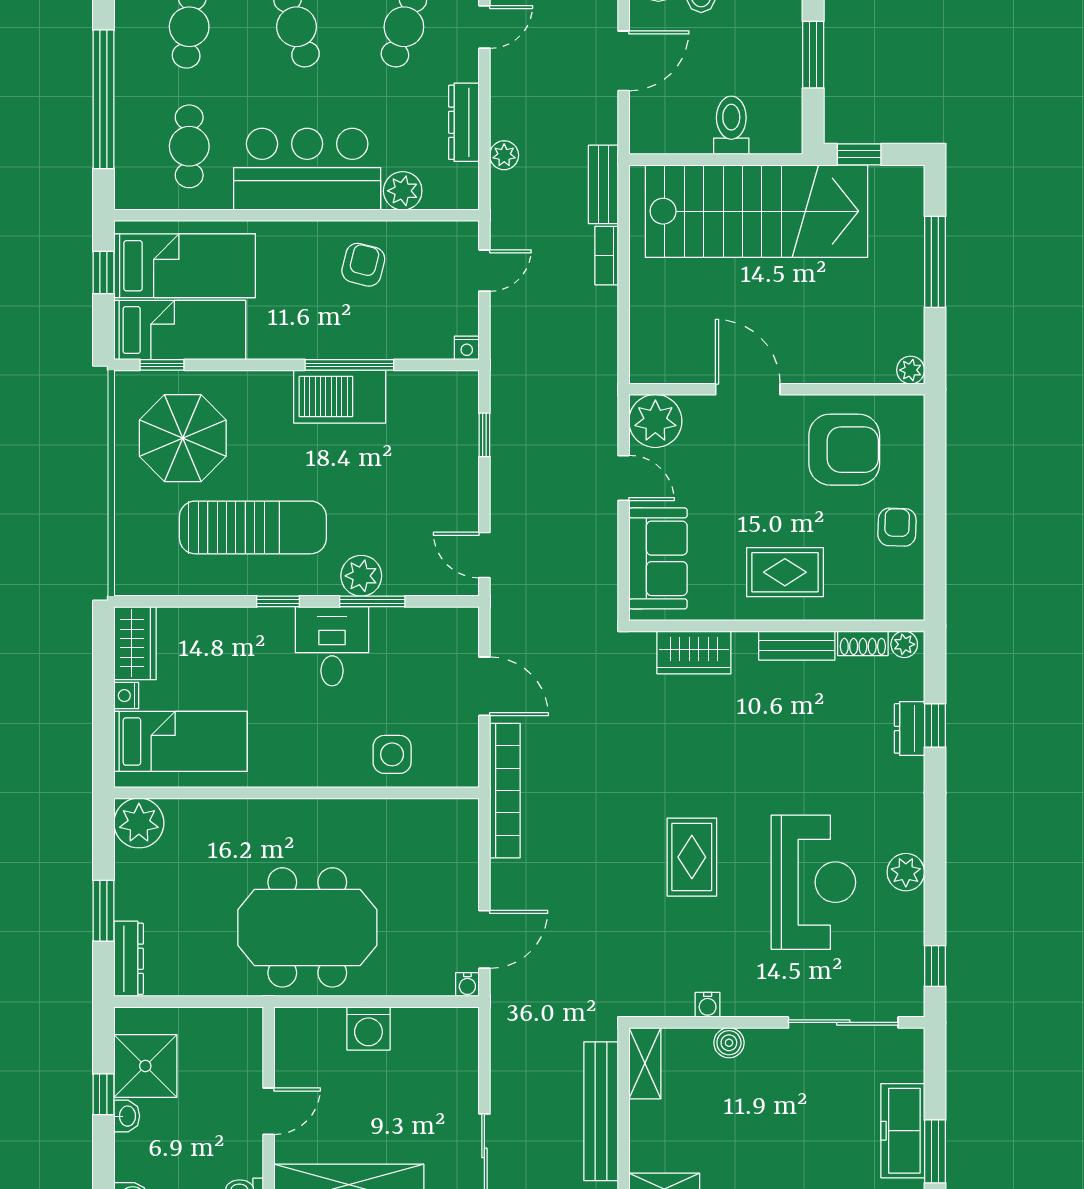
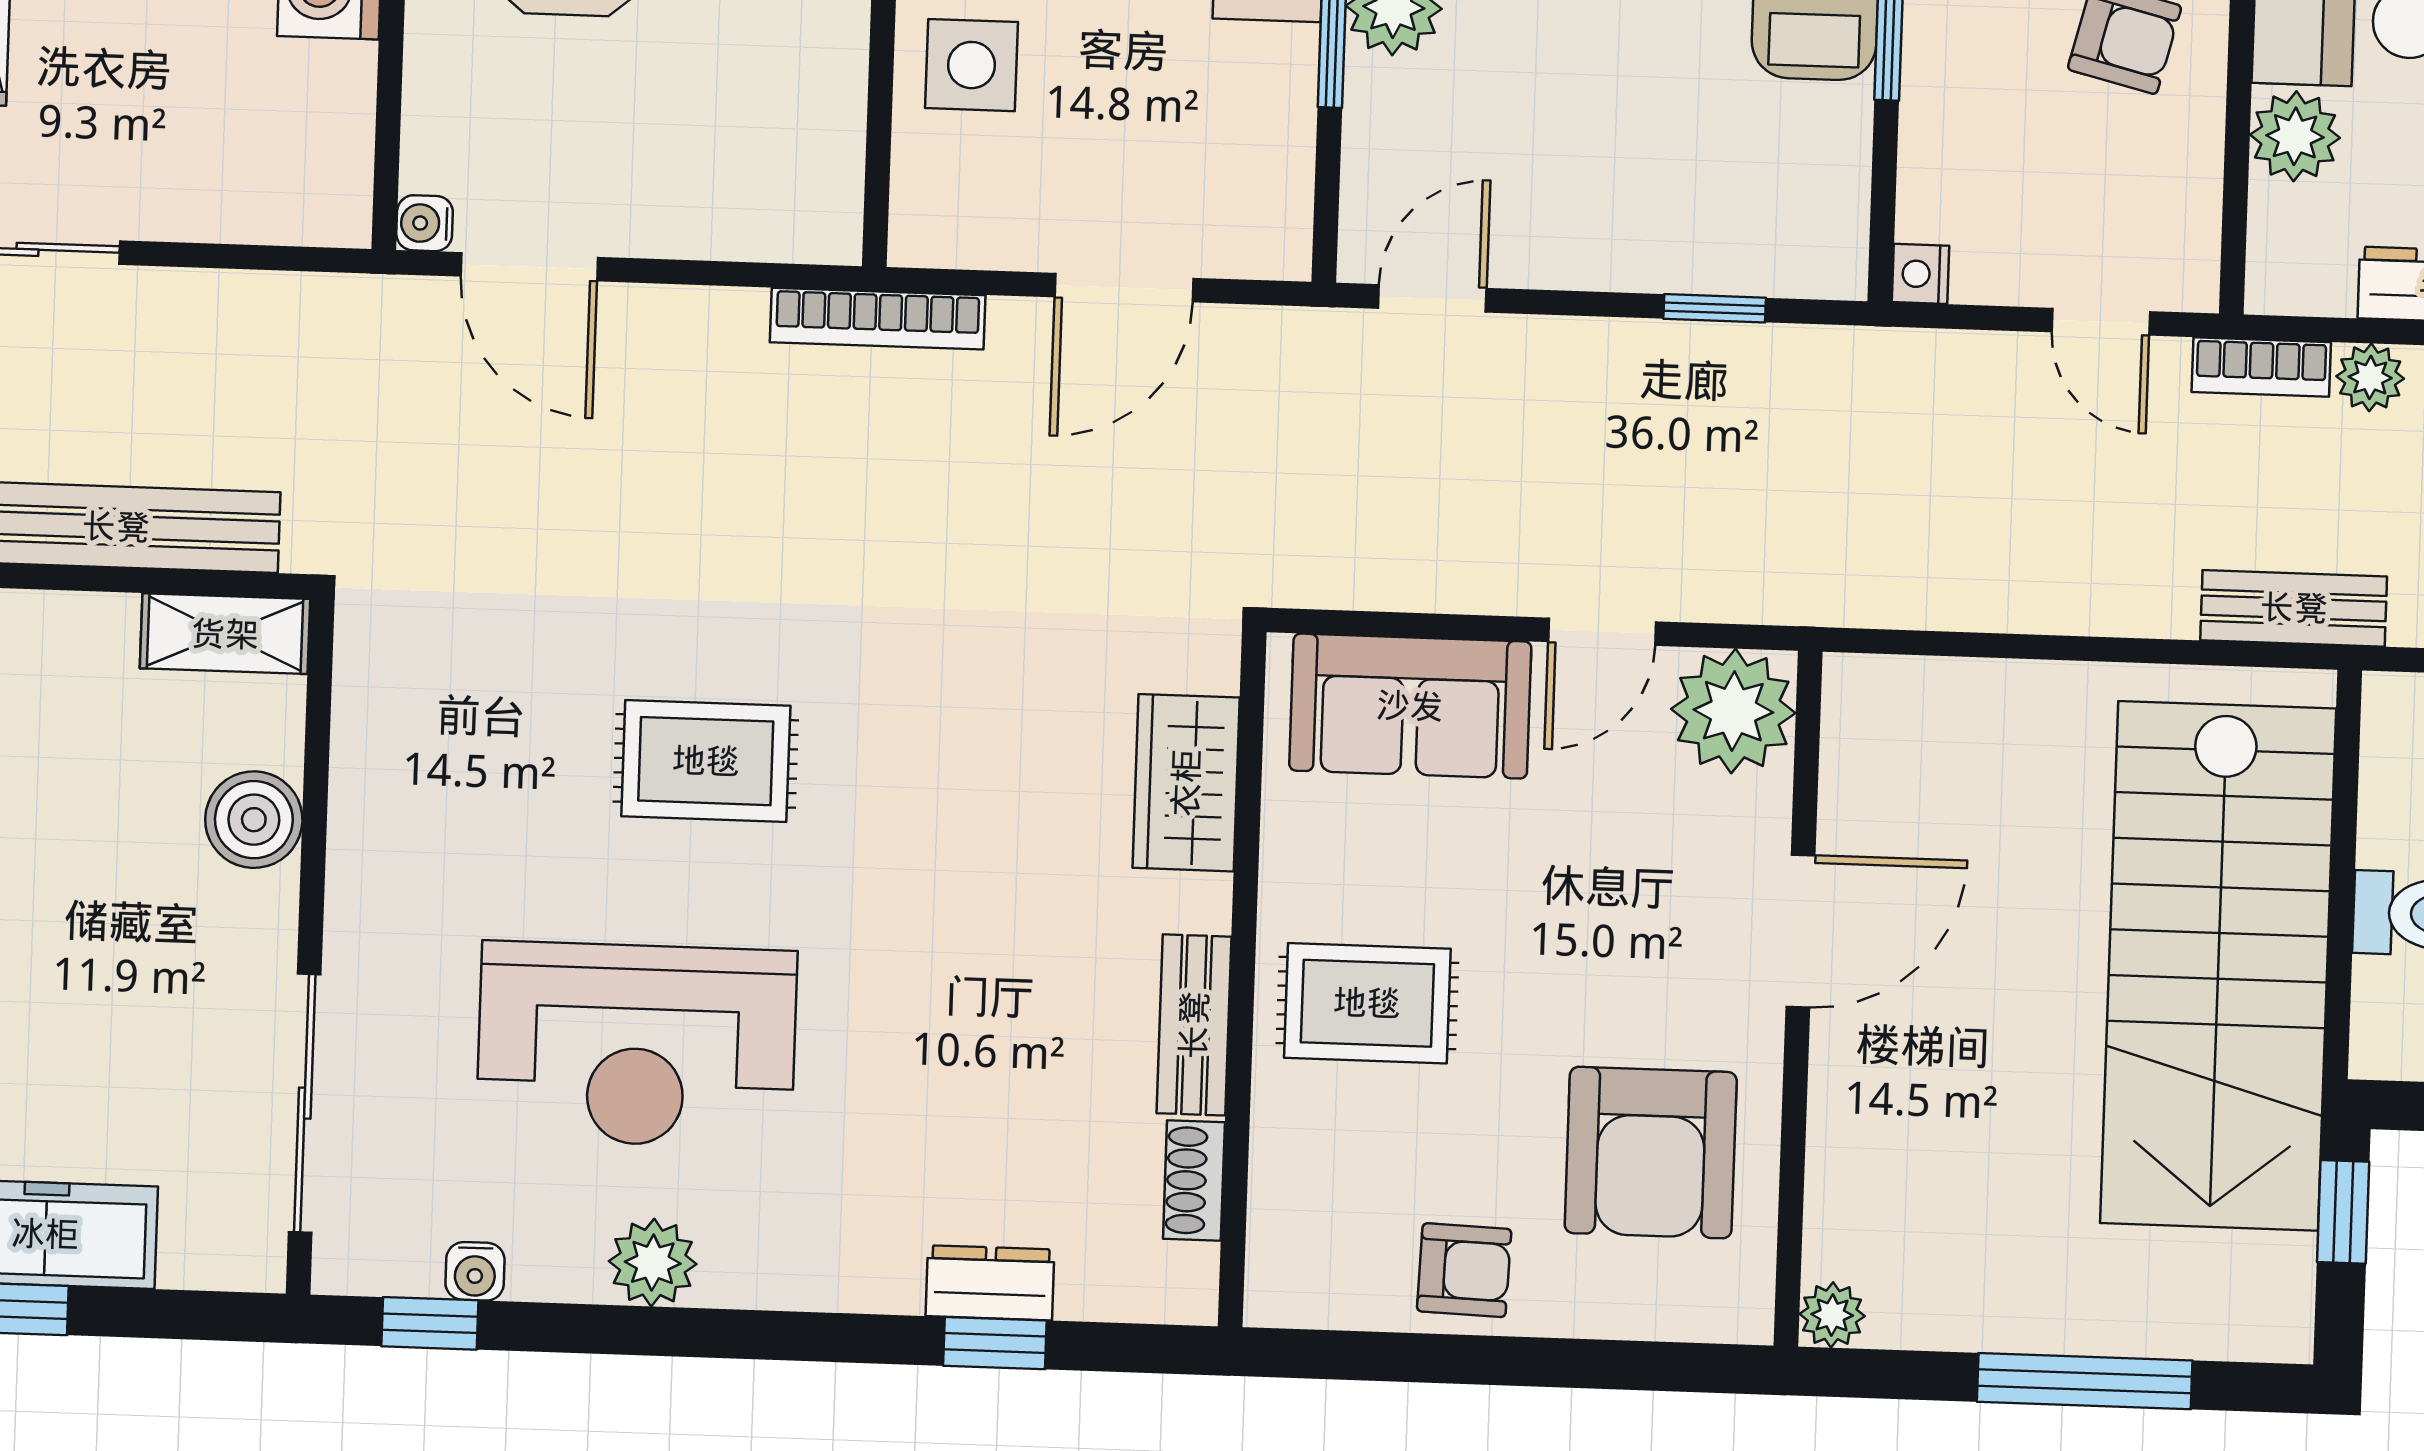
bookcase: (607, 256) -> (2261, 367), moved, turned 180
rug: (785, 572) -> (1367, 1003), turned 90
plant: (904, 644) -> (1188, 1278), removed
bookcase: (505, 791) -> (878, 319), width x0.68, depth x0.76
water cooler: (708, 1005) -> (475, 1271), moved, turned -90
boiler: (729, 1043) -> (254, 820), width x1.36, depth x1.36

